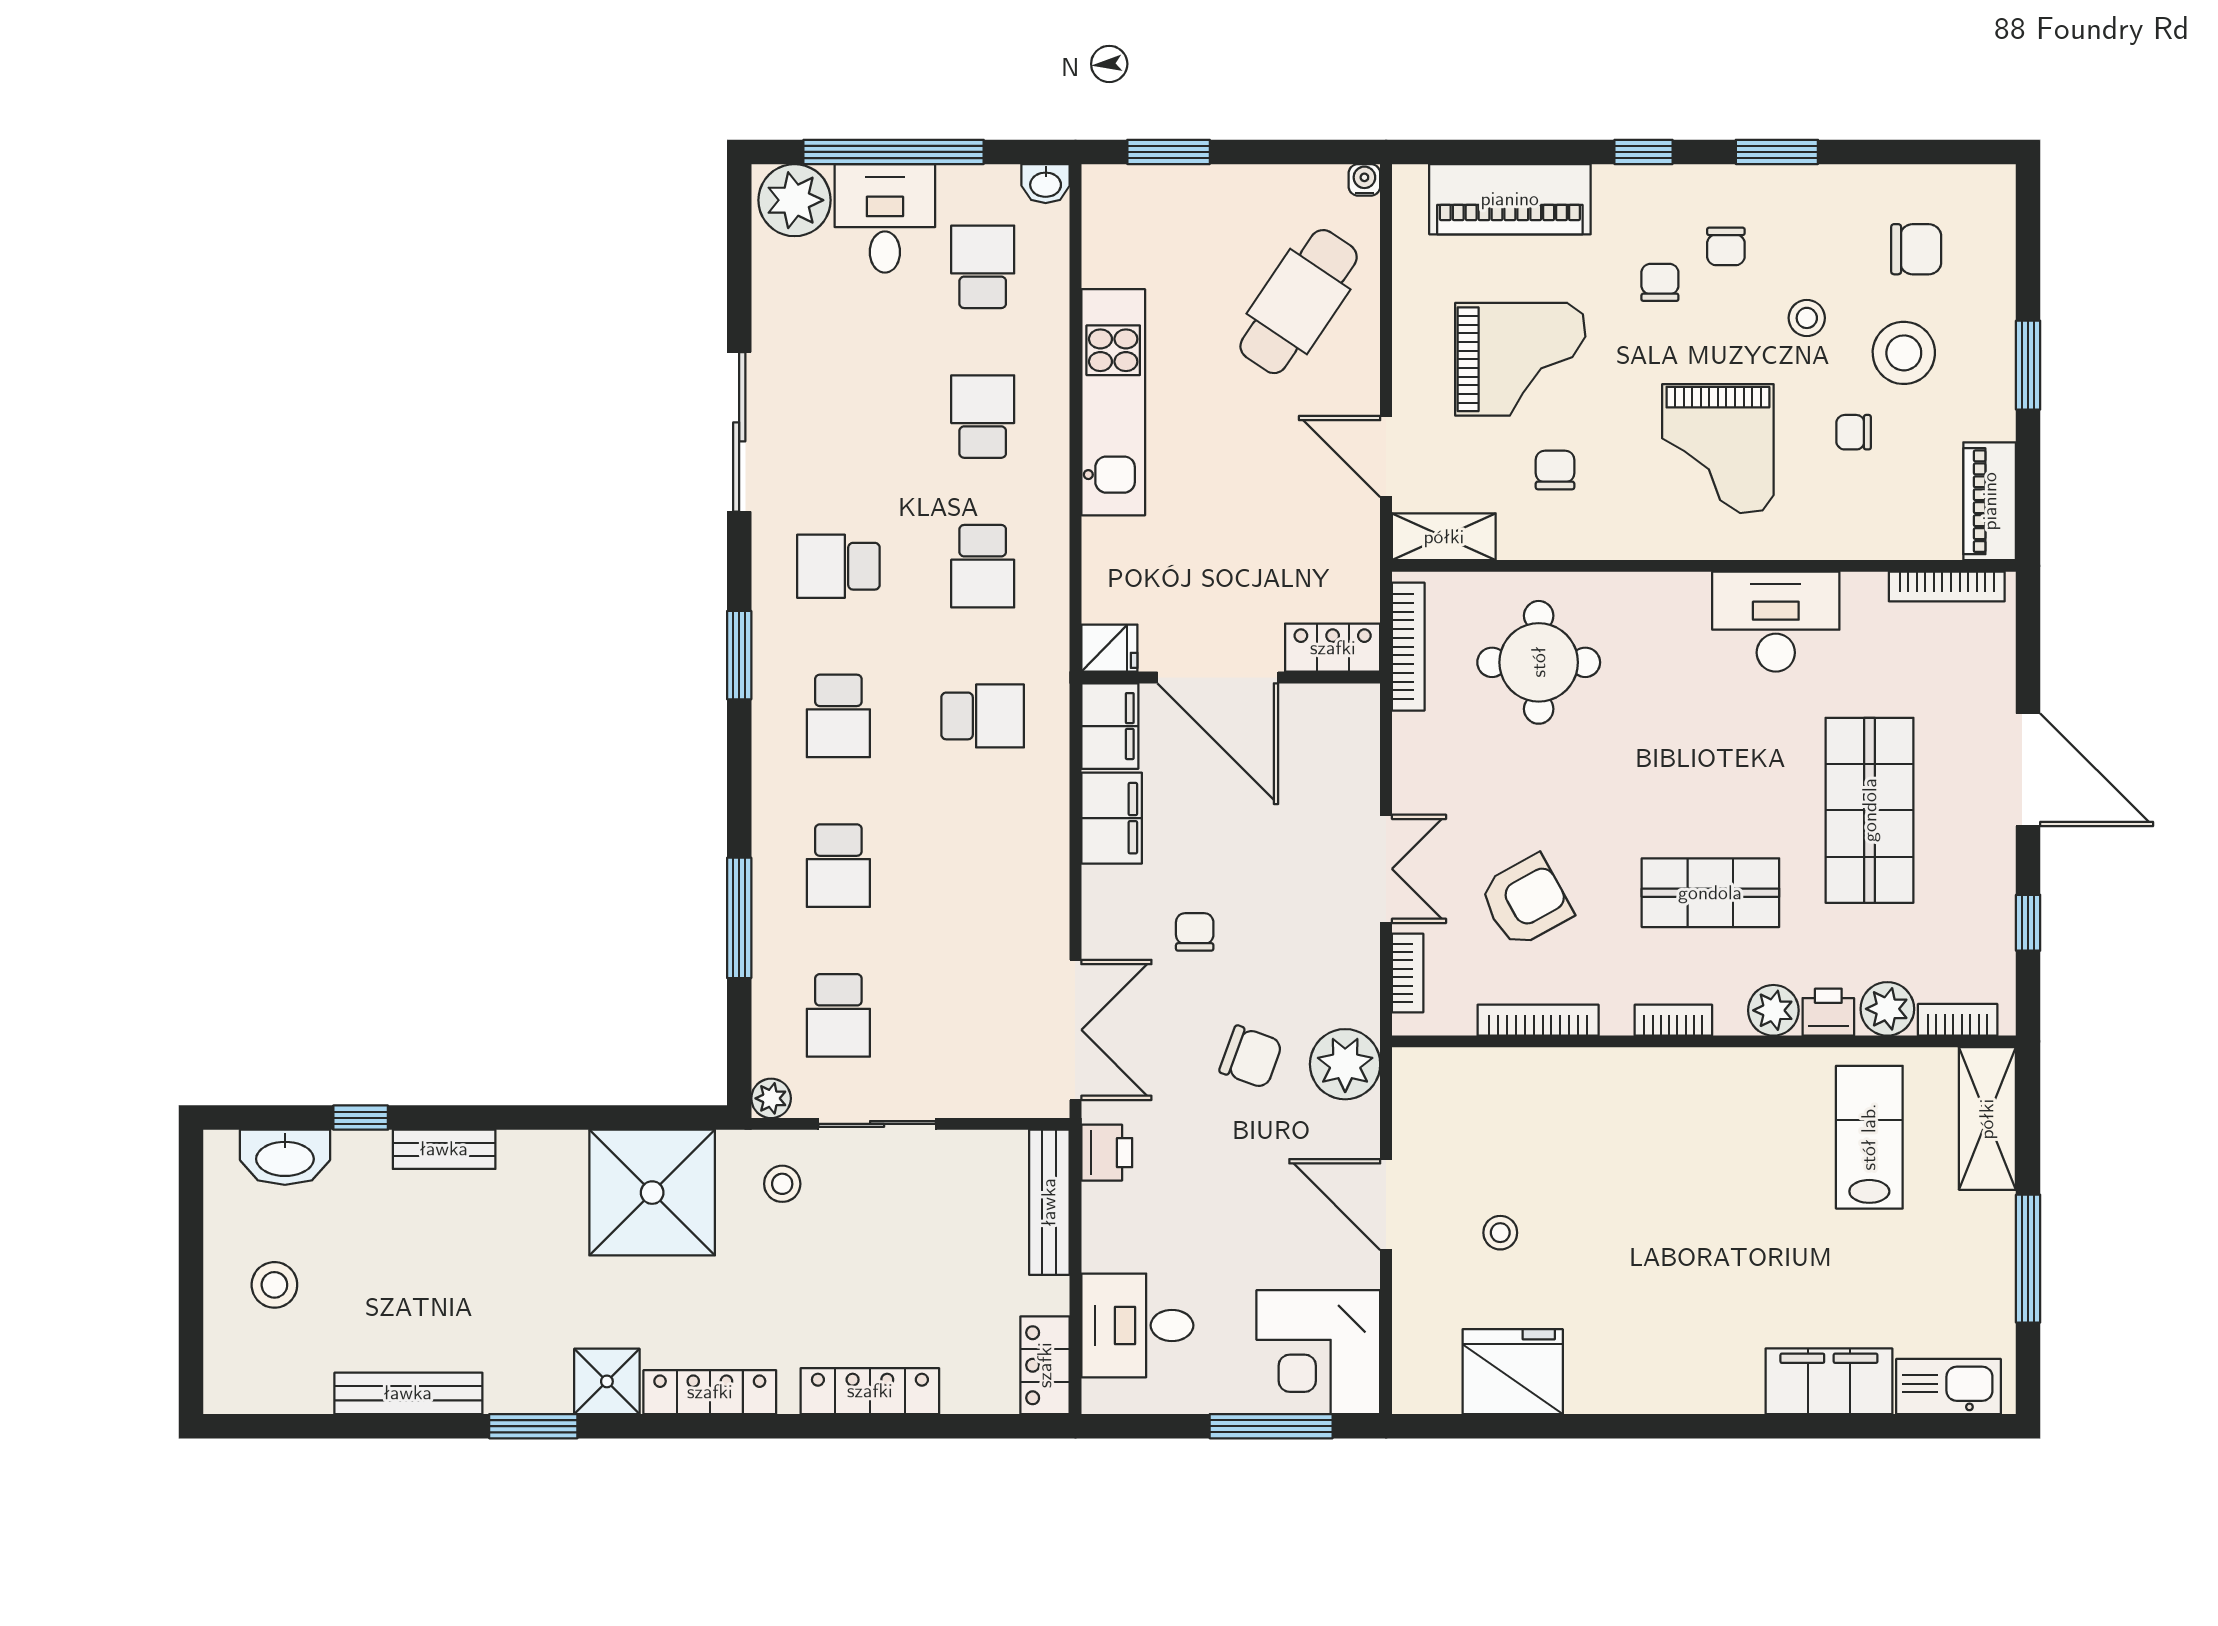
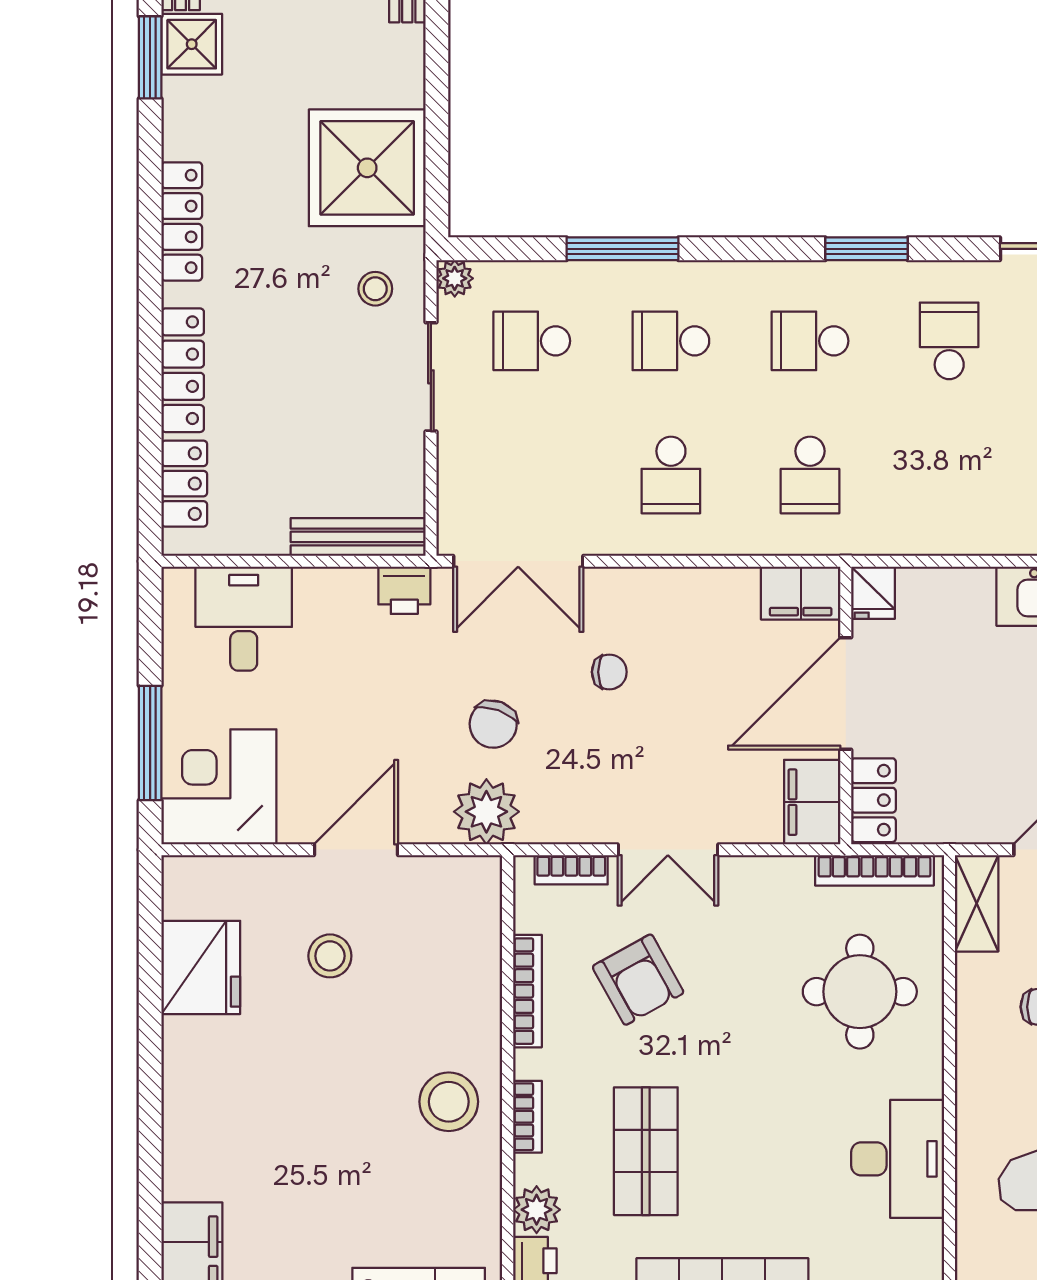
school desk: (983, 566) -> (671, 475), moved, turned -90
desk: (1776, 622) -> (898, 1159), moved
filing cabinet: (1112, 818) -> (812, 802), moved, turned 90
stool: (1657, 1105) -> (449, 1102), added
stool: (1500, 1233) -> (330, 956), width x1.37, depth x1.37
locker: (1045, 1365) -> (184, 484), moved, turned 90
shower: (607, 1381) -> (192, 44), moved

